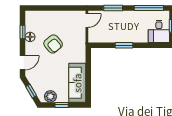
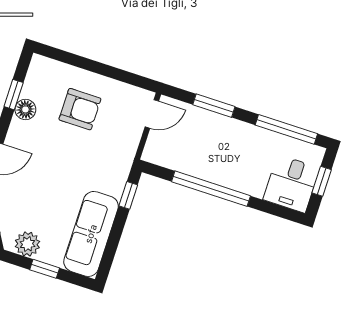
armchair: (53, 44) -> (80, 109), moved, turned -50
window: (124, 45) -> (211, 189), width x2.11
window: (88, 60) -> (128, 195), added

